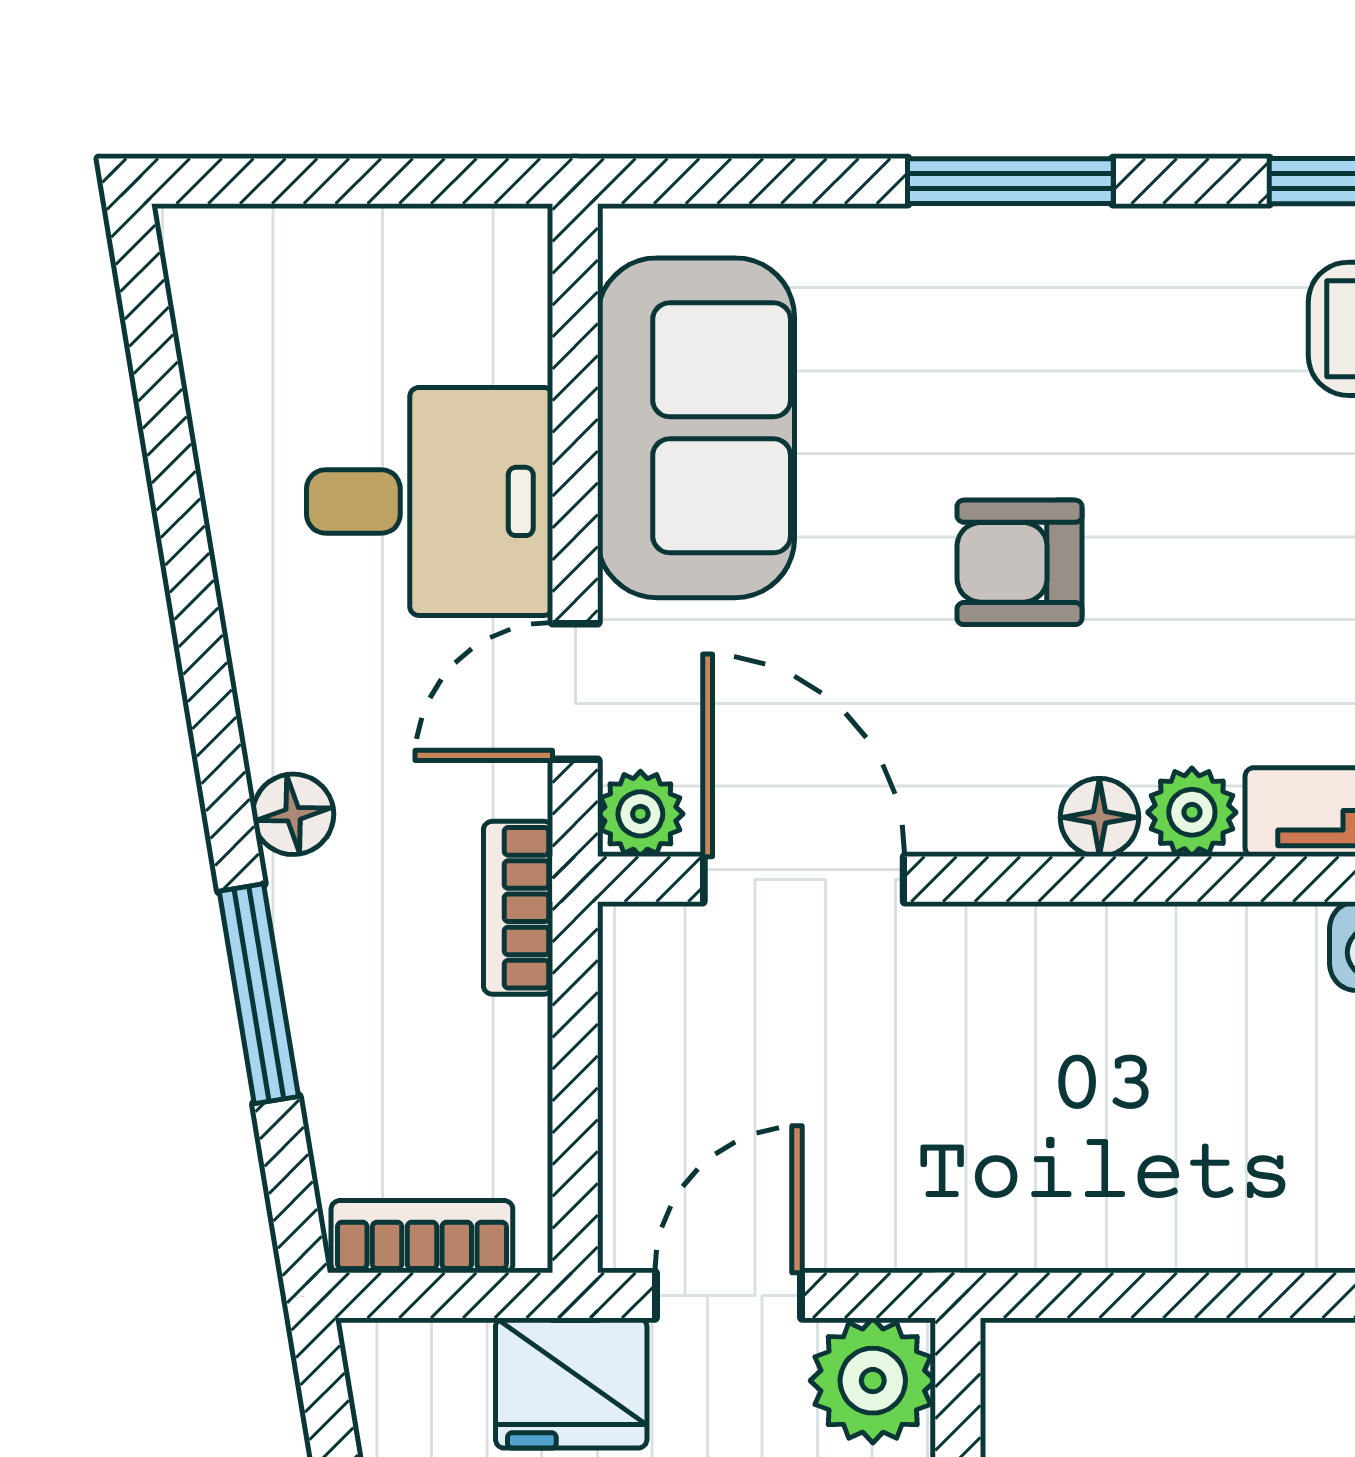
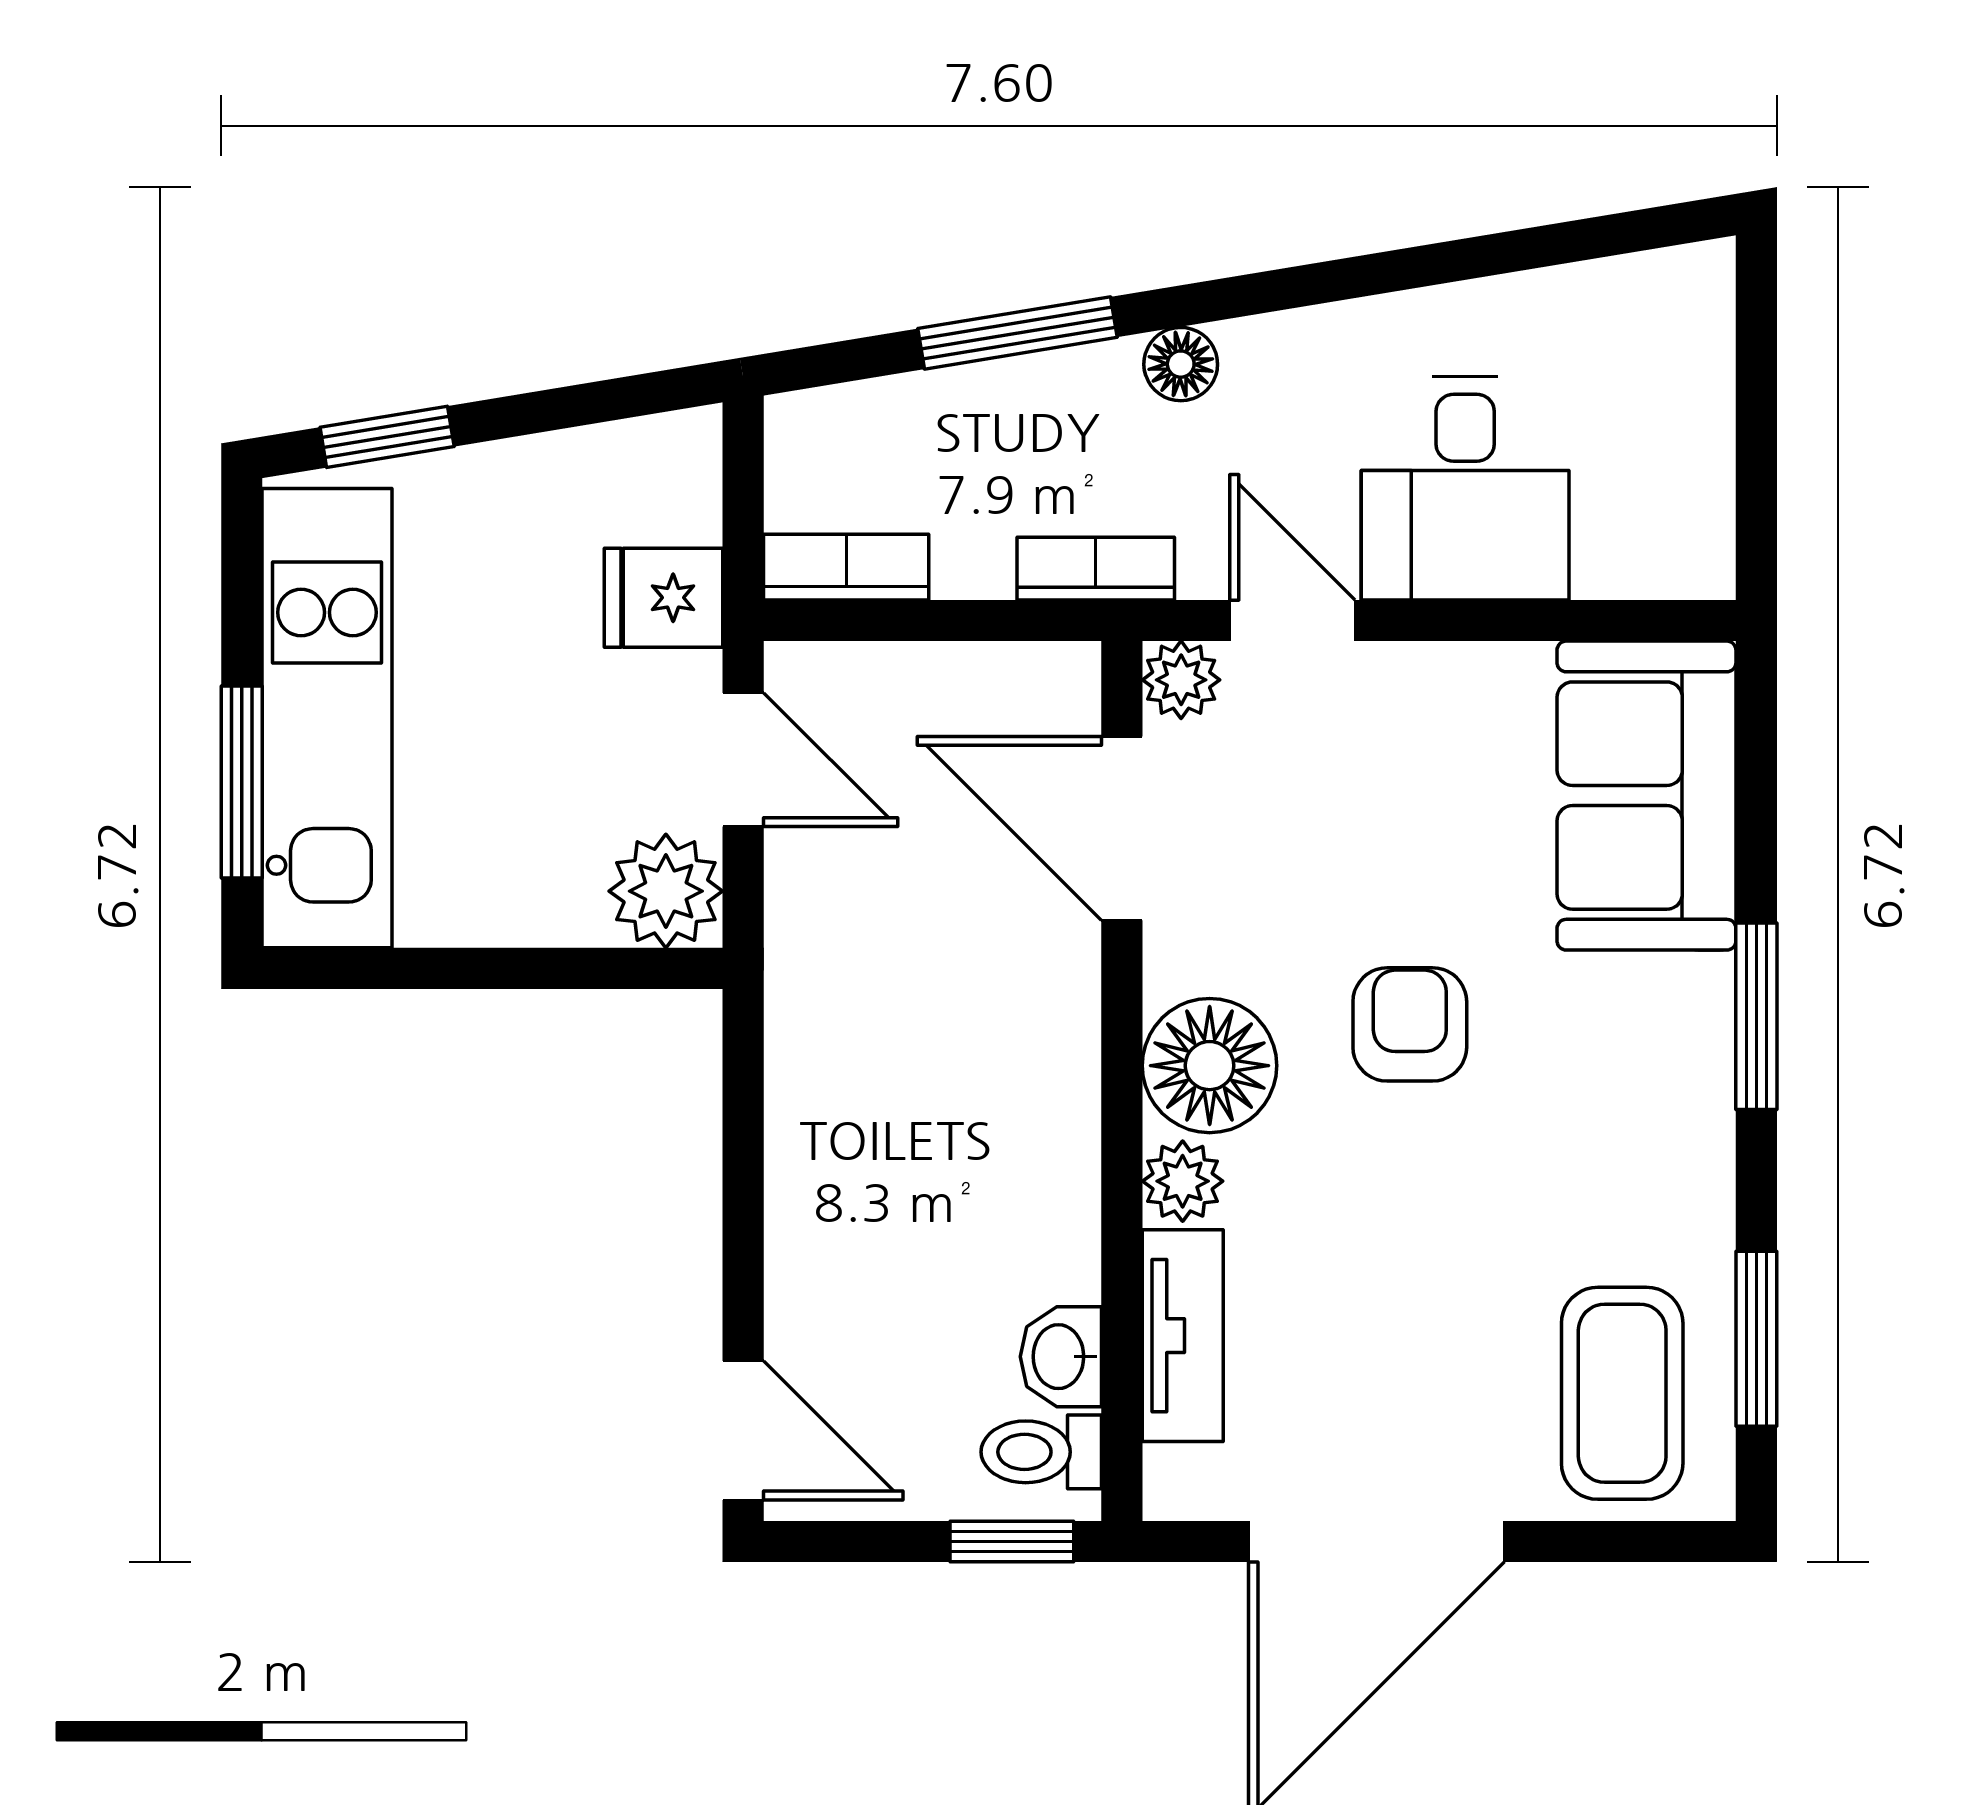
sofa: (696, 428) -> (1646, 796), moved, turned 90
floor lamp: (1099, 817) -> (1210, 1066), width x1.89, depth x1.89
door: (804, 879) -> (1122, 828), swing flipped
bookcase: (422, 1237) -> (846, 567), moved, turned -90
fridge: (571, 1383) -> (664, 598), width x0.72

